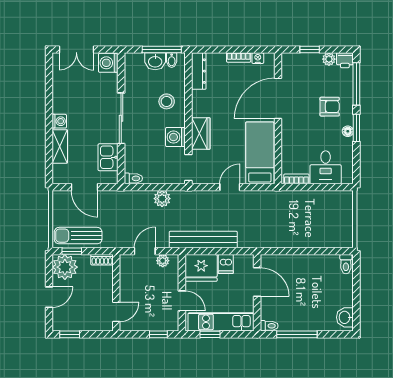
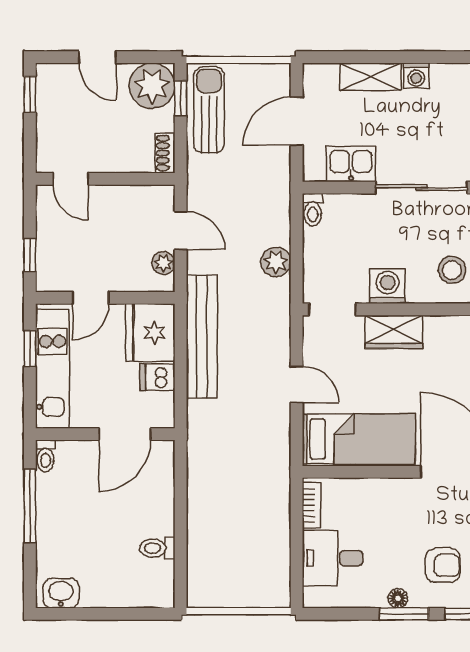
armchair: (330, 107) -> (443, 565), turned -90
toilet: (346, 264) -> (157, 548), moved

